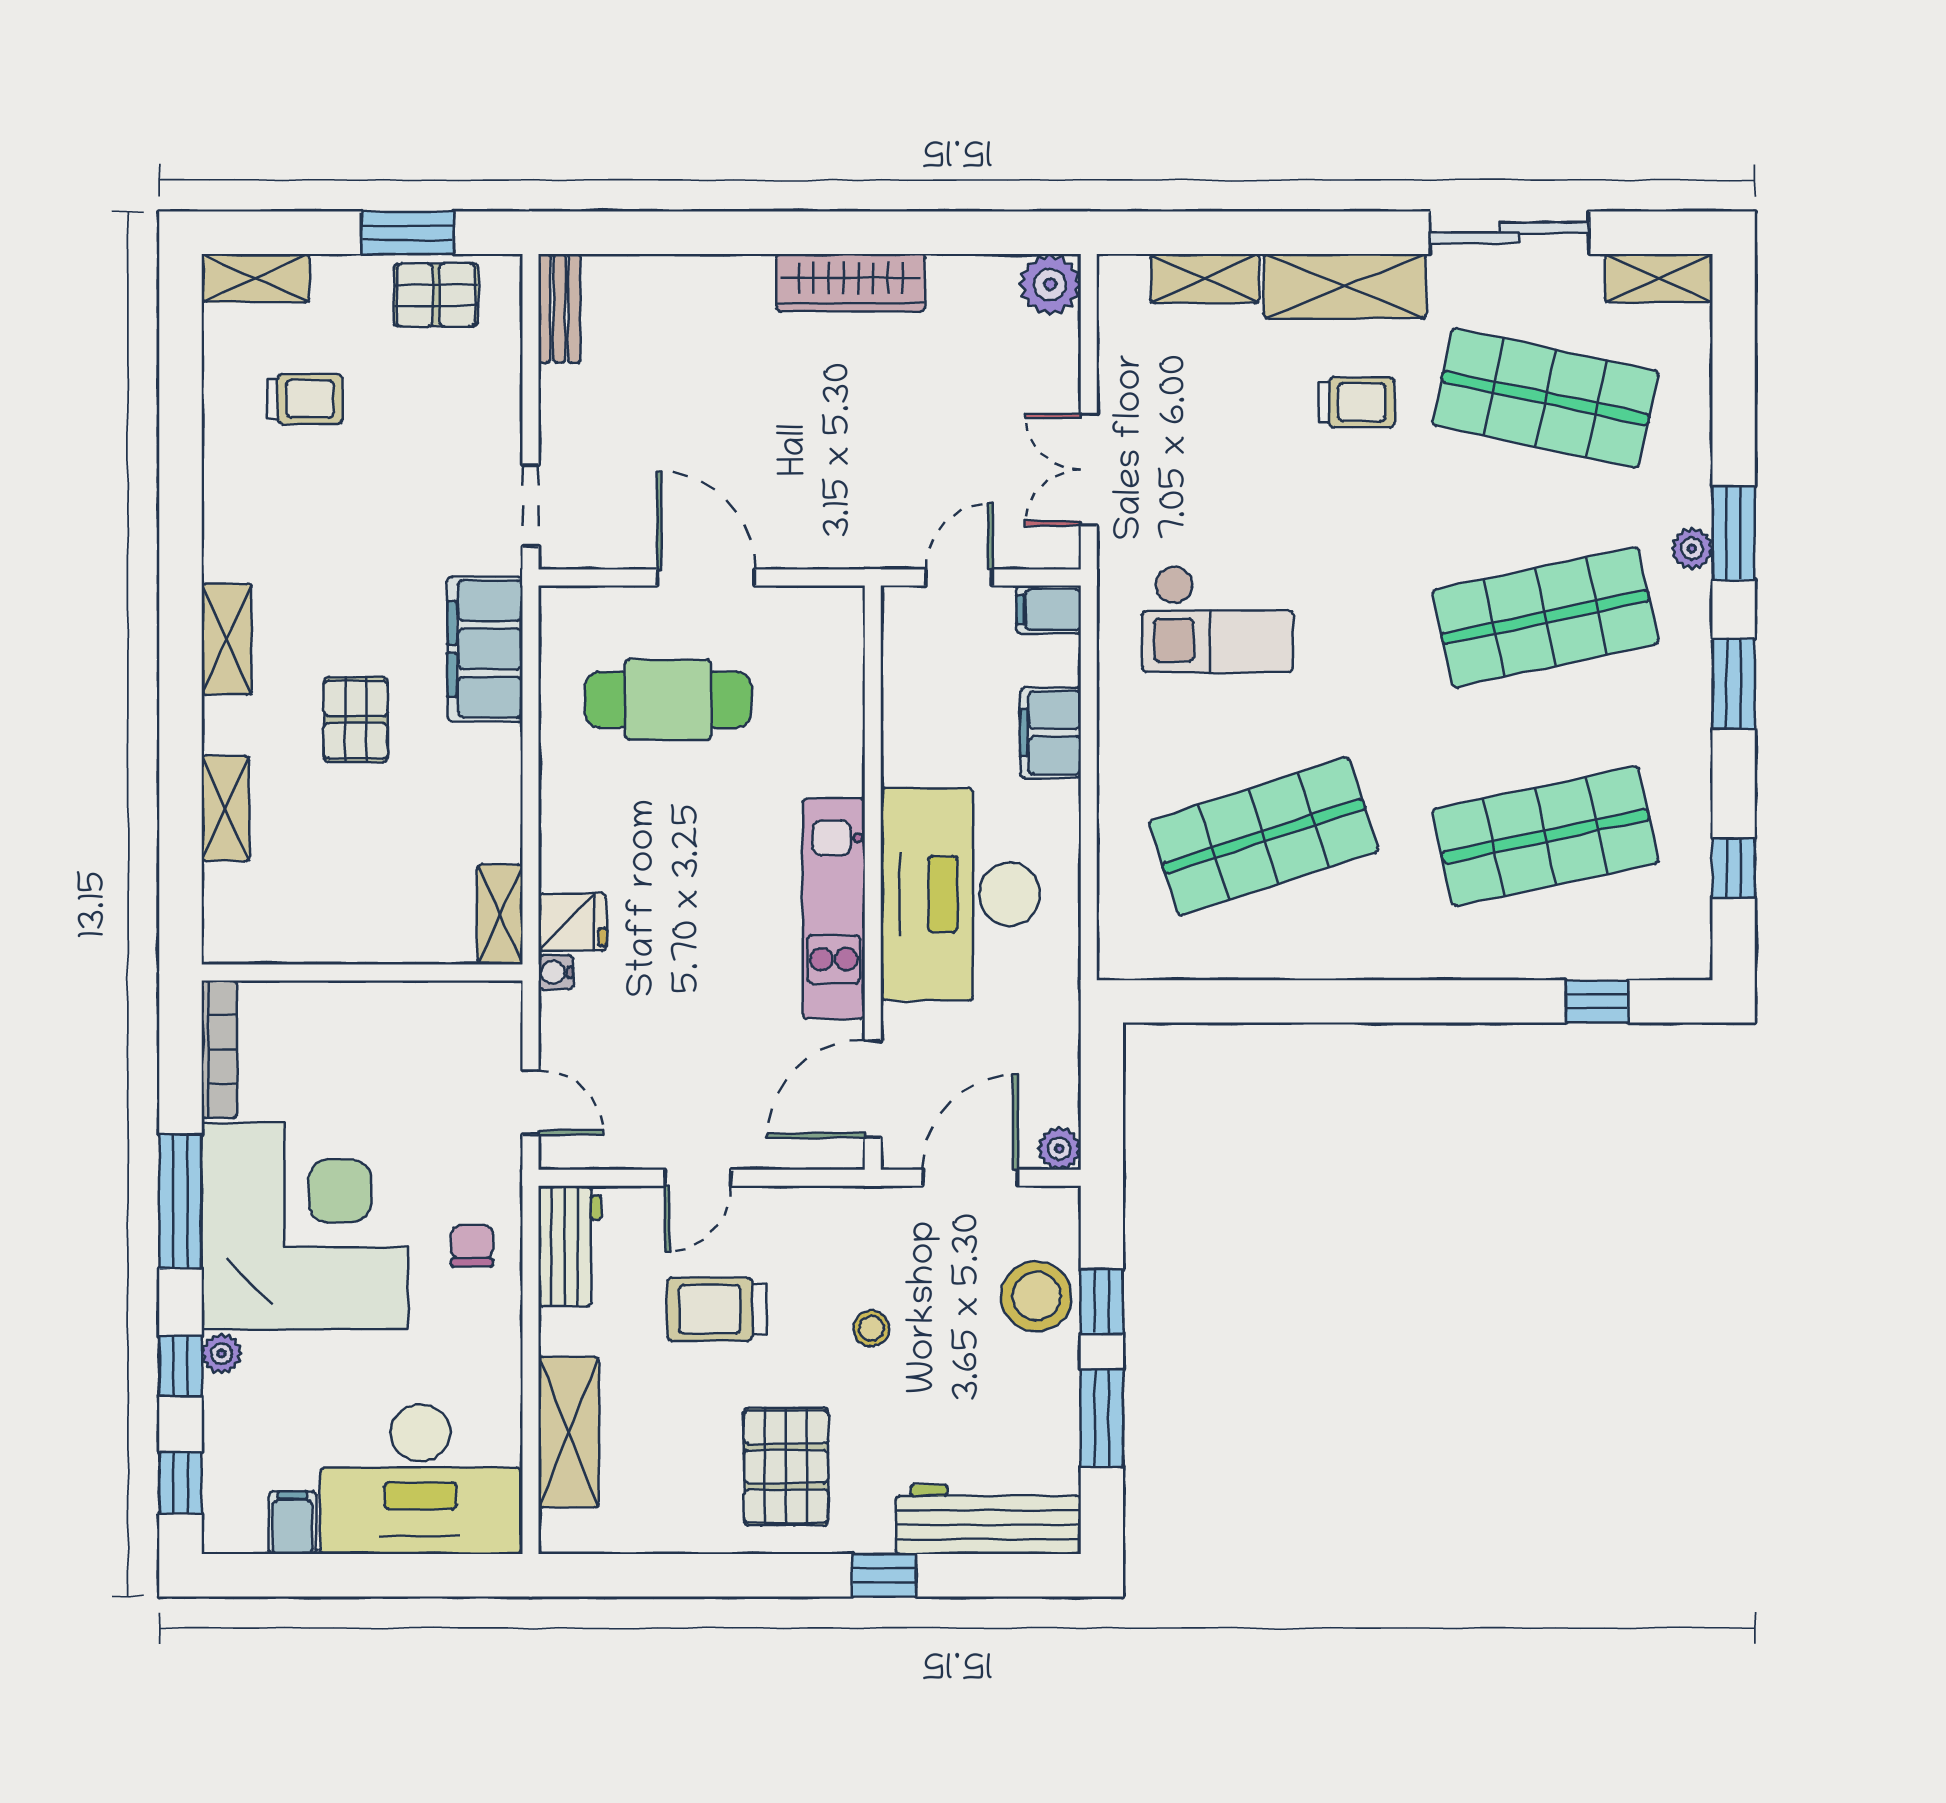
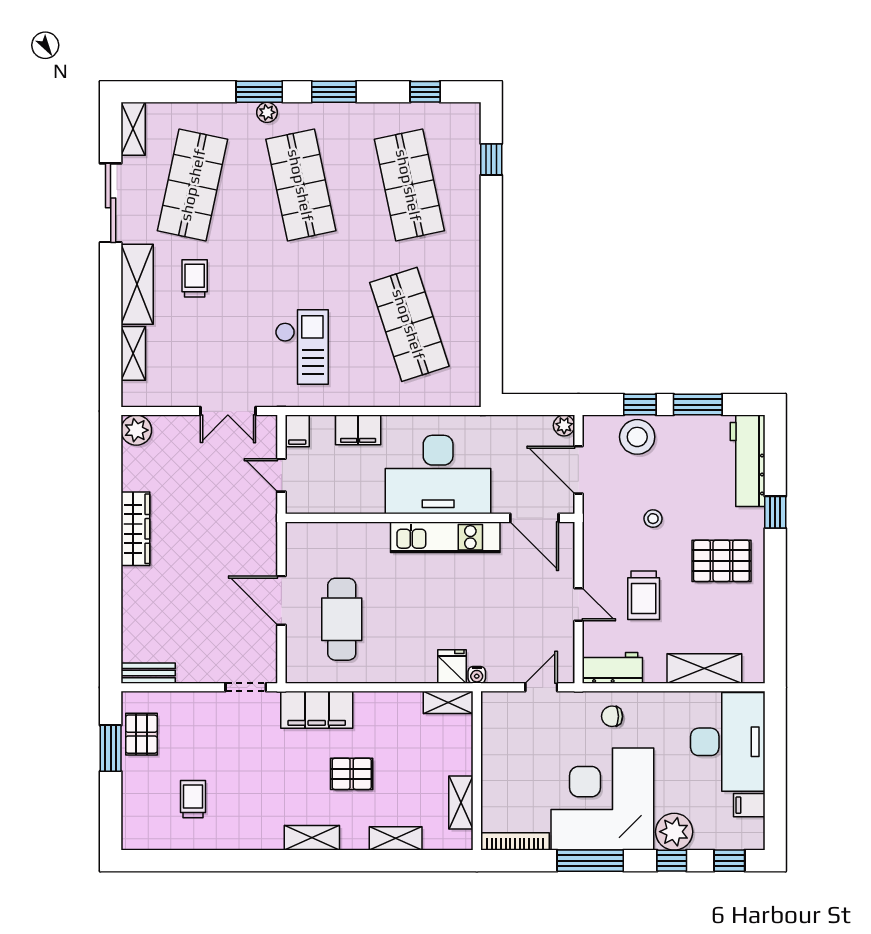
shelving: (255, 278) -> (461, 802), moved
door: (706, 578) -> (281, 600), hinge flipped
plant: (221, 1354) -> (674, 832), width x1.88, depth x1.88

